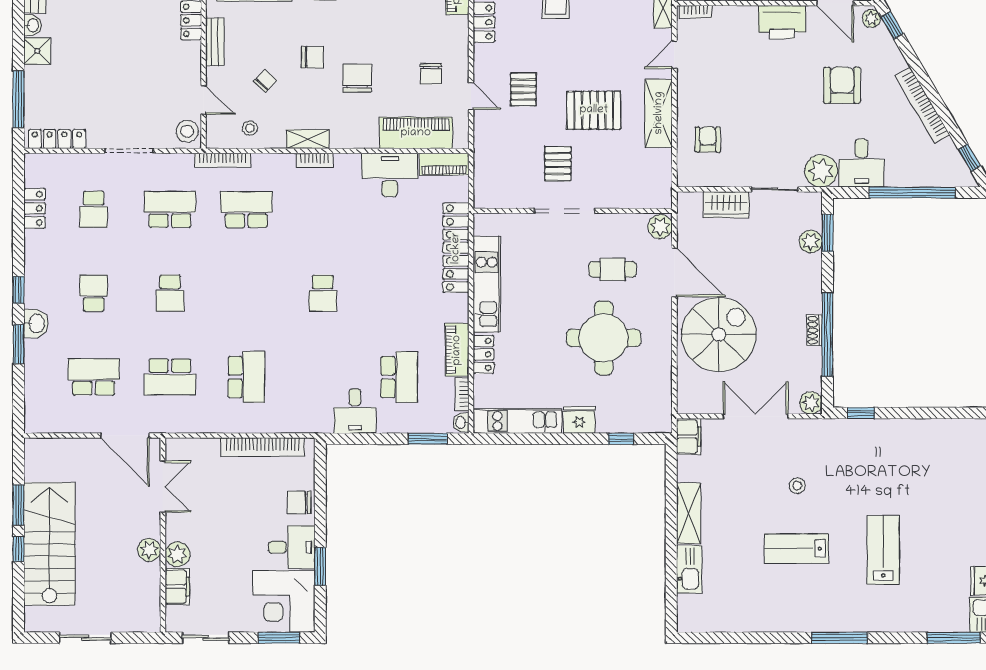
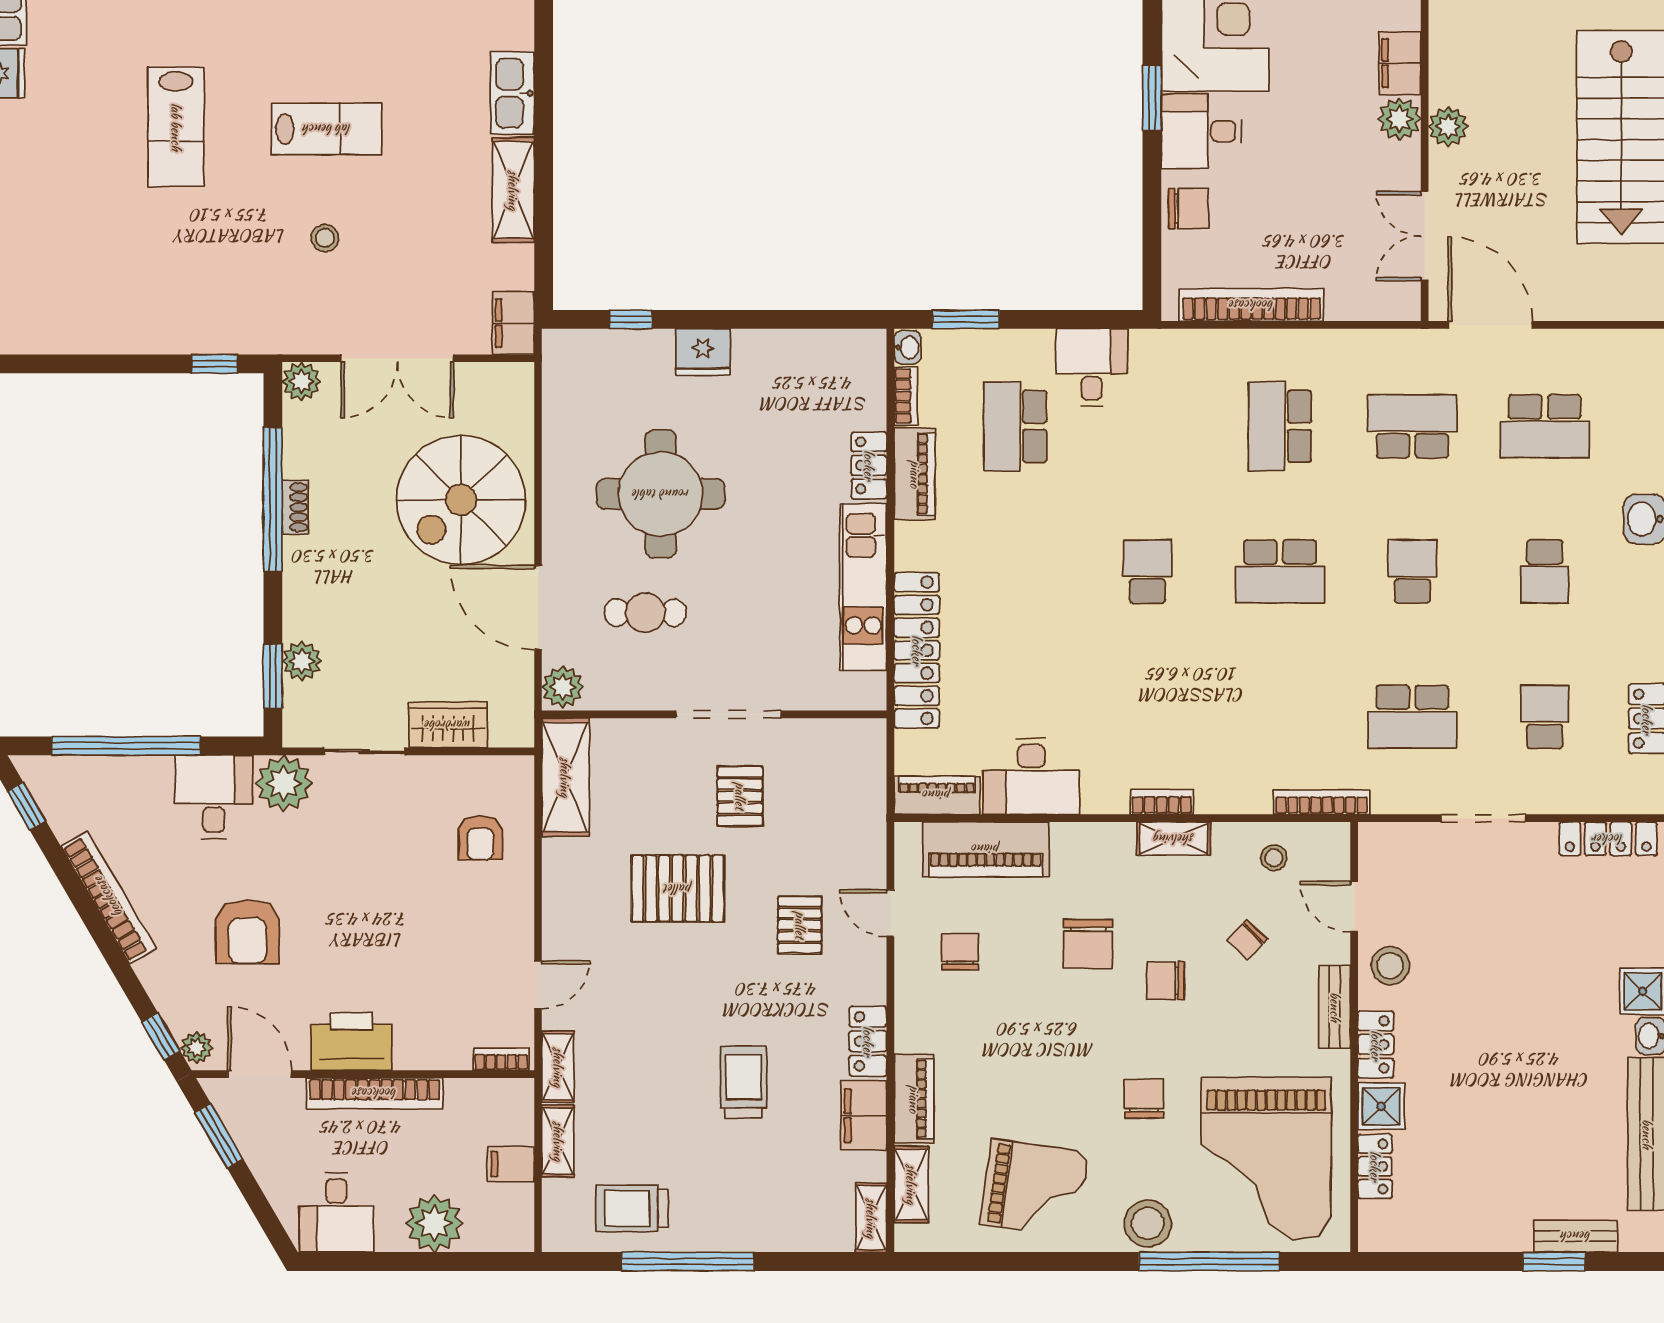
shelving: (659, 113) -> (565, 777), moved
stool: (187, 131) -> (1390, 966), moved
school desk: (246, 209) -> (1280, 572), moved
kitchen unit: (518, 421) -> (810, 350), removed

